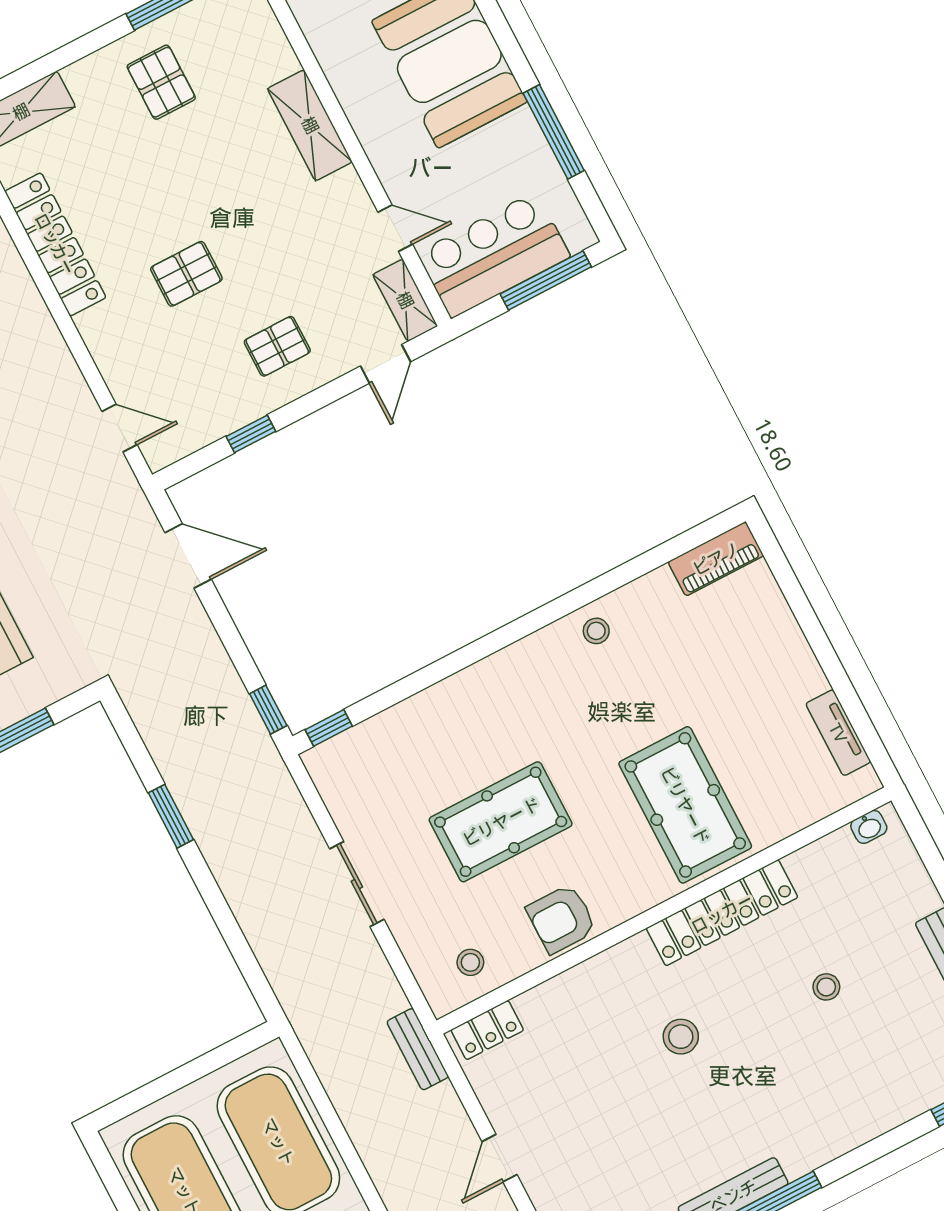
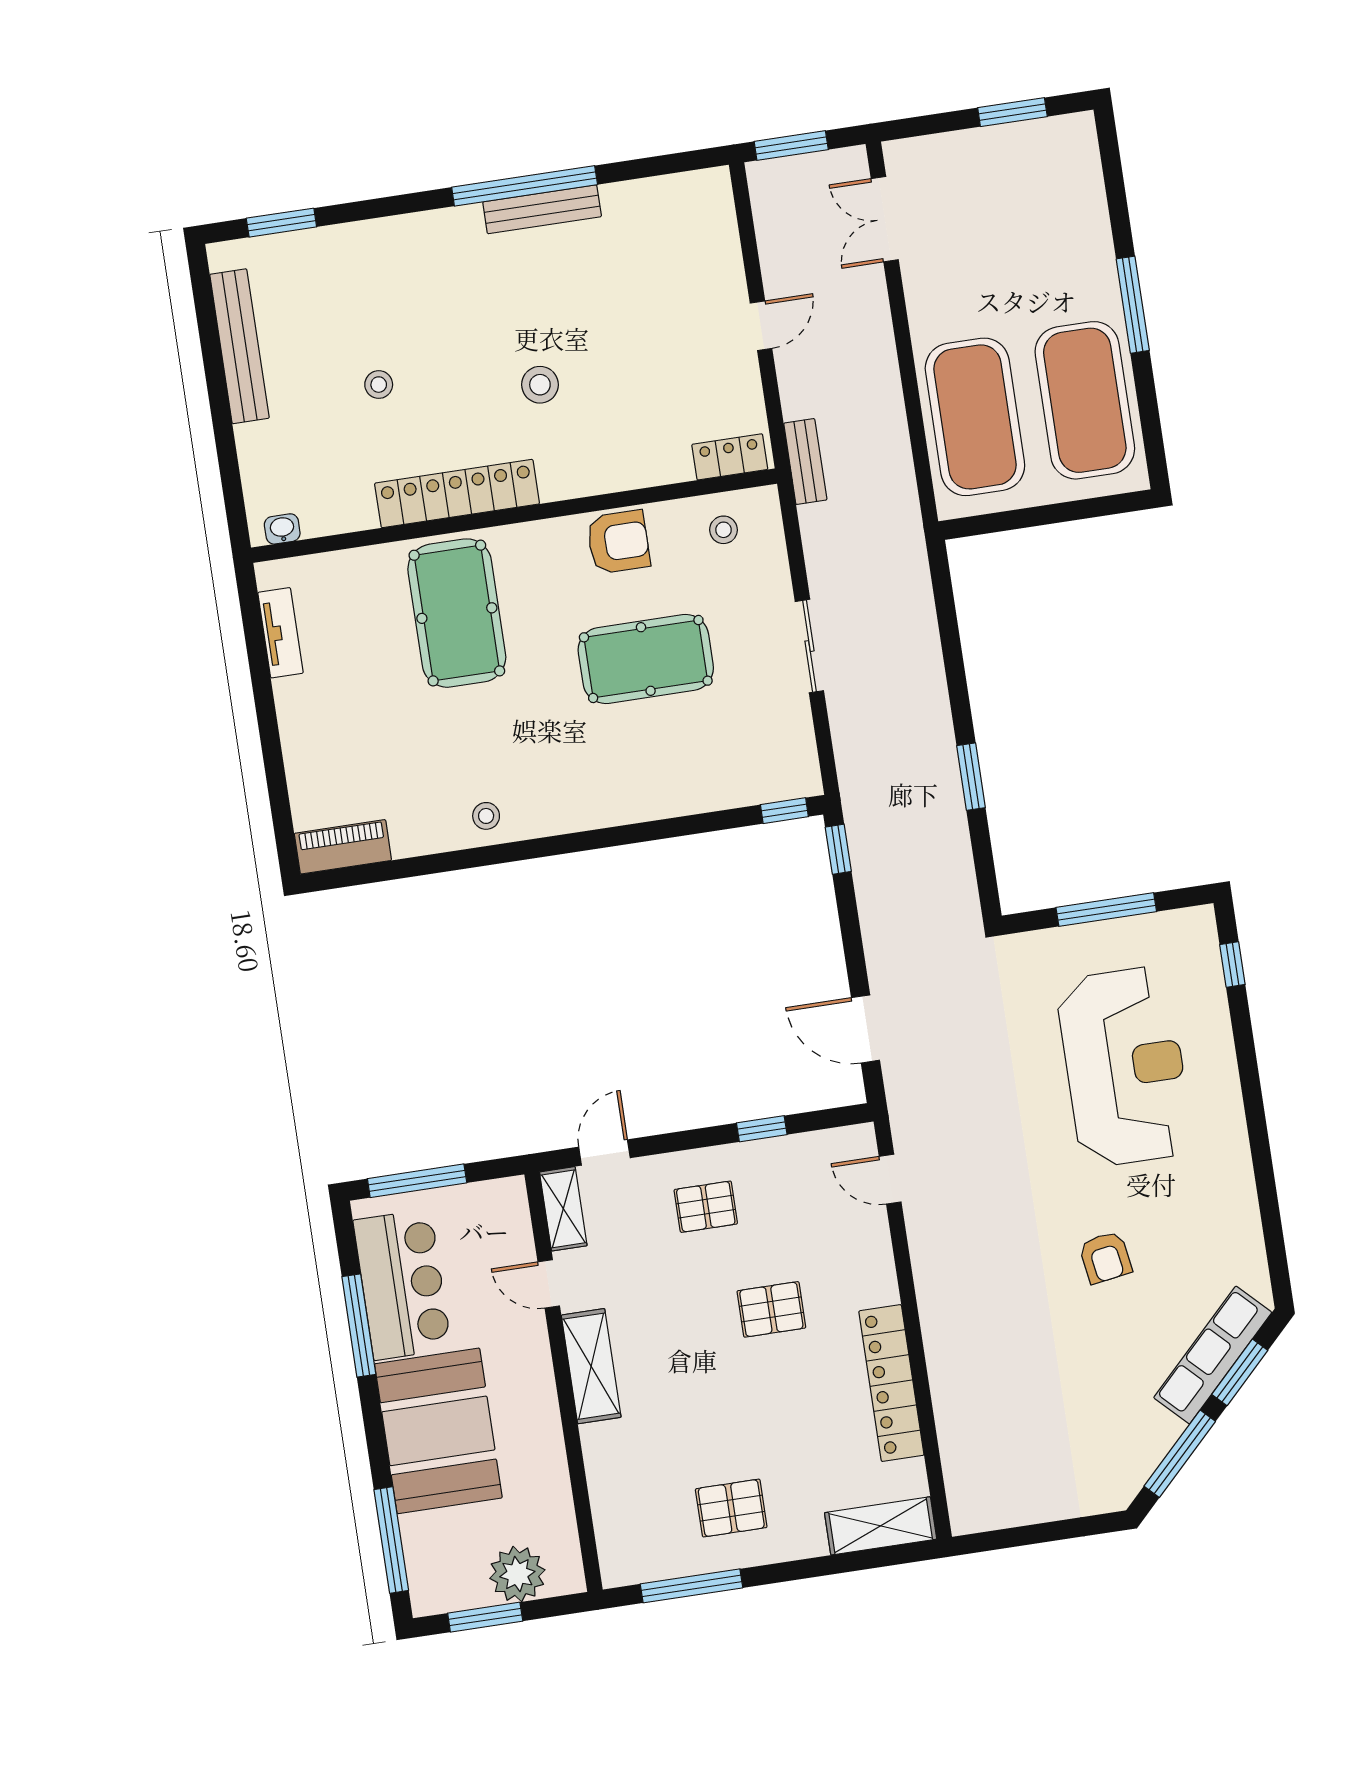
pallet: (161, 82) -> (731, 1508), turned 90
shelving: (310, 125) -> (591, 1366), moved
bar counter: (494, 255) -> (402, 1285), moved, turned -90

